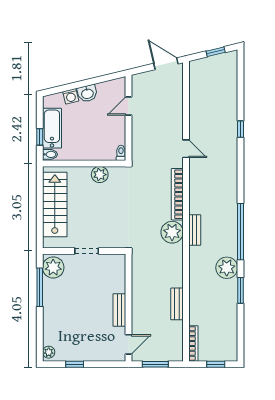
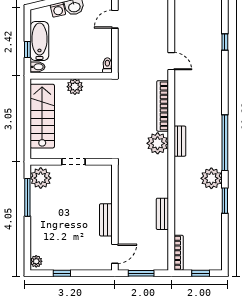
plant: (100, 175) -> (75, 87), moved

